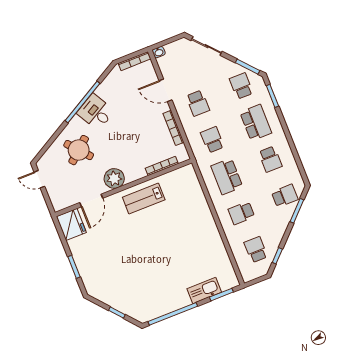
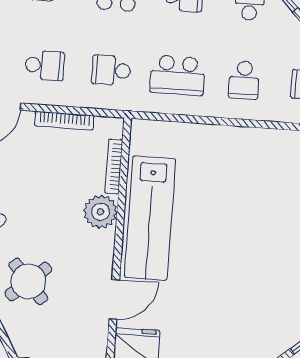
plant: (114, 178) -> (100, 212), moved
lab bench: (144, 198) -> (150, 218), width x1.86, depth x1.39
door: (91, 200) -> (114, 299), hinge flipped

